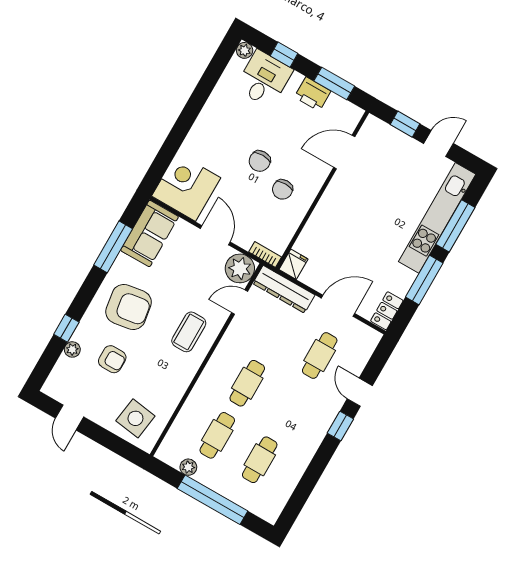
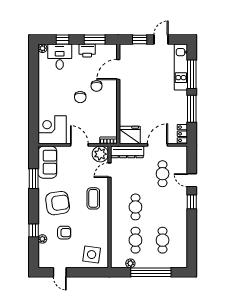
chair: (282, 189) -> (97, 86), moved
kitchen unit: (437, 218) -> (181, 67), width x0.73
window: (113, 247) -> (34, 179), width x0.69
fridge: (294, 264) -> (130, 135), width x1.88, depth x1.34

